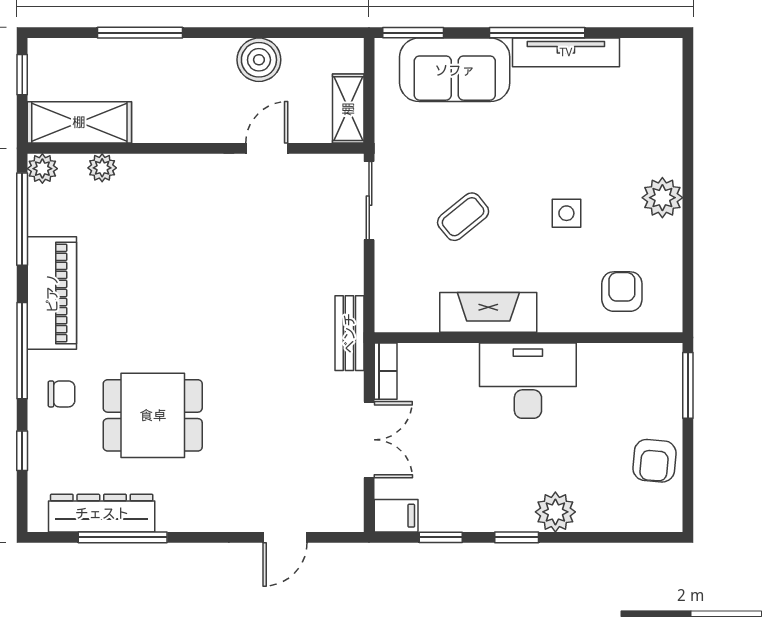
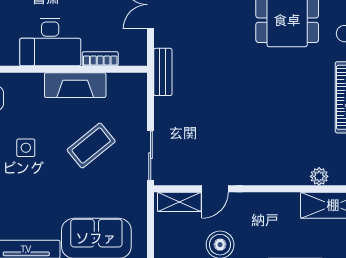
shelving: (348, 109) -> (179, 202), moved, turned 90
coffee table: (463, 217) -> (91, 146), width x1.36, depth x1.30
bookcase: (386, 371) -> (100, 59), moved, turned 90

